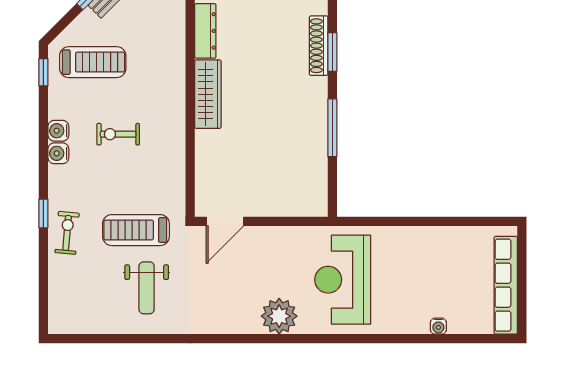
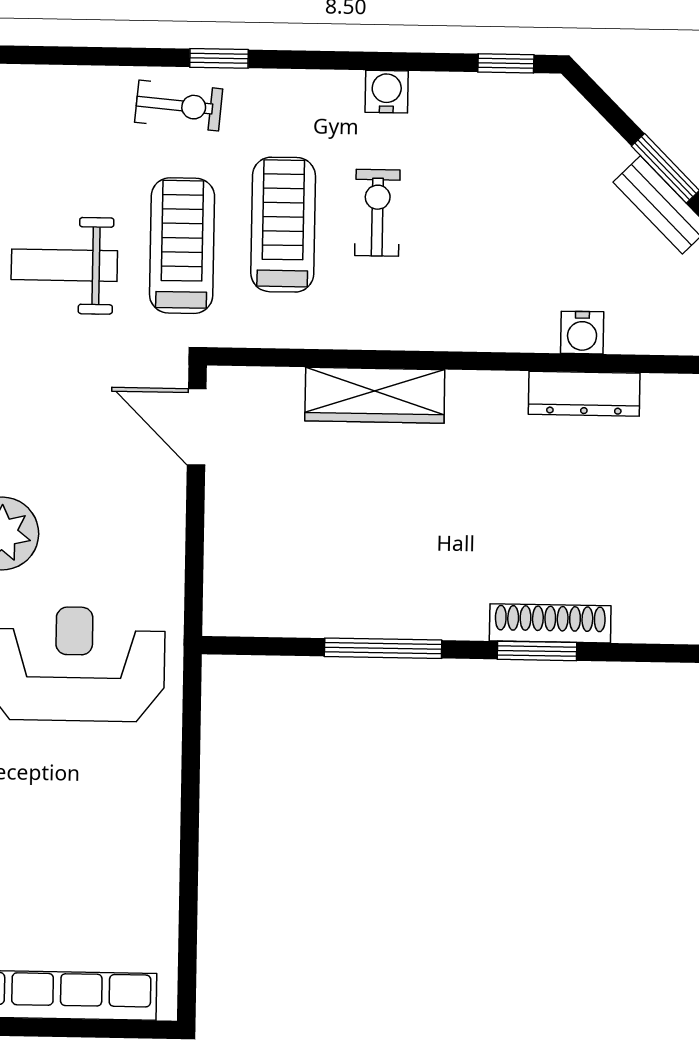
treadmill: (93, 62) -> (283, 225), moved, turned 180
wardrobe: (208, 94) -> (375, 395), moved
water cooler: (58, 153) -> (582, 333), moved, turned 180

